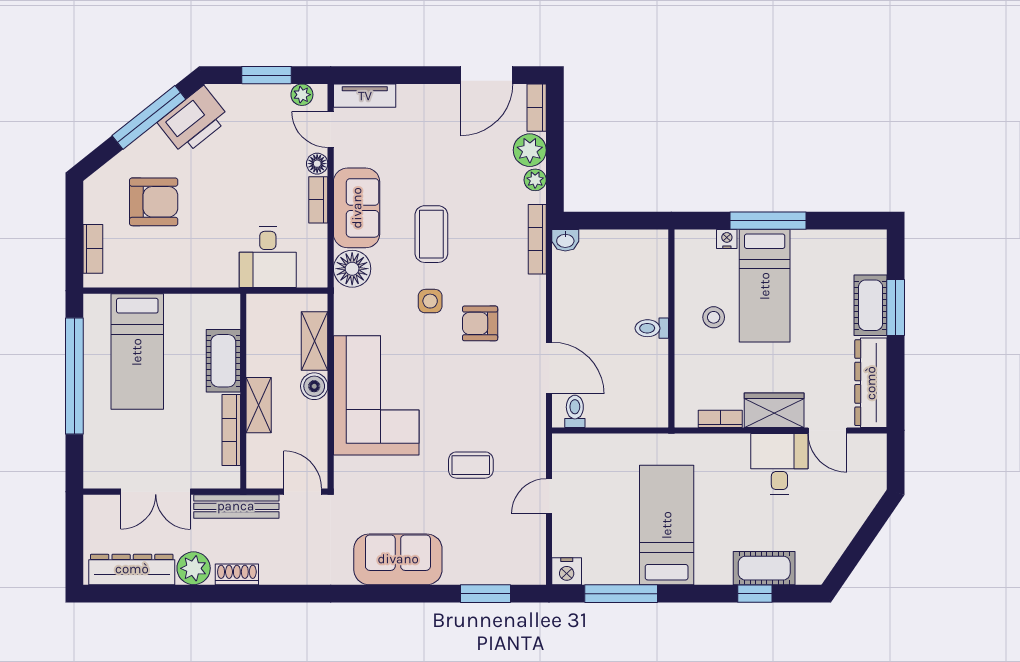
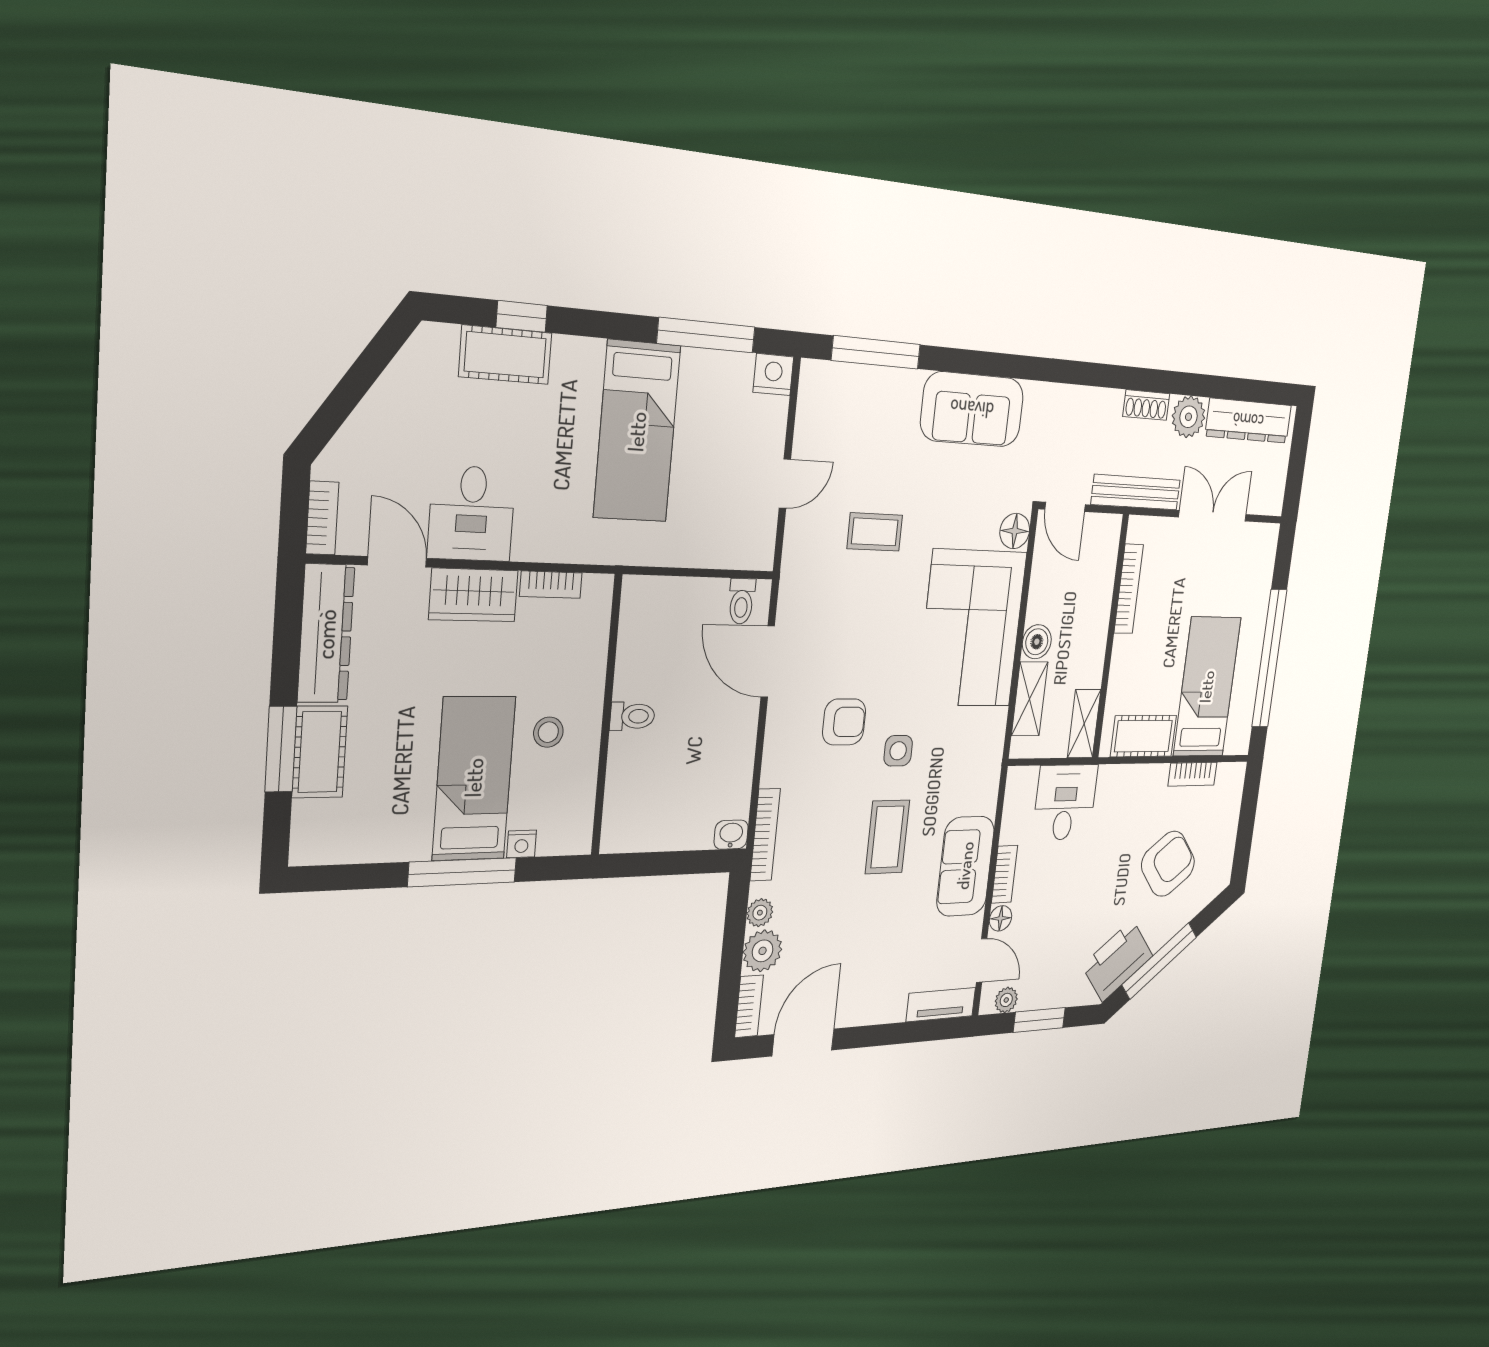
armchair: (154, 202) -> (1168, 864), turned 142
bookcase: (93, 249) -> (1192, 774), moved, turned -90
floor lamp: (352, 269) -> (1015, 531), moved, width x0.73, depth x0.73
cot: (223, 361) -> (1143, 736), moved, turned 90
shelving: (259, 405) -> (1084, 724), moved
bookcase: (878, 456) -> (322, 518), added
window: (485, 594) -> (876, 352), width x1.44

